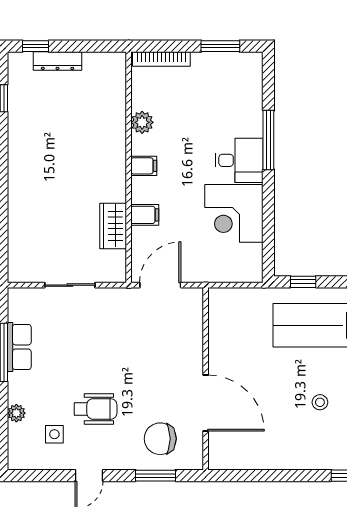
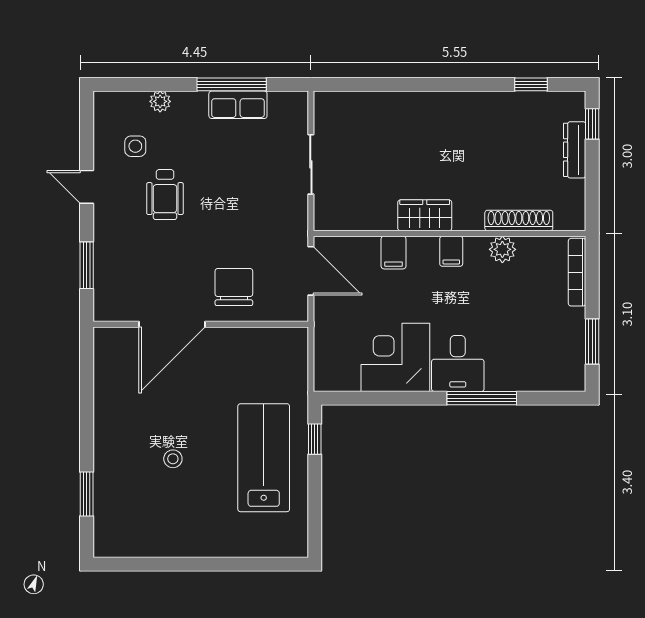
shoe rack: (118, 108) -> (519, 220), added
wardrobe: (113, 226) -> (425, 215), moved
chair: (160, 439) -> (234, 287), moved

